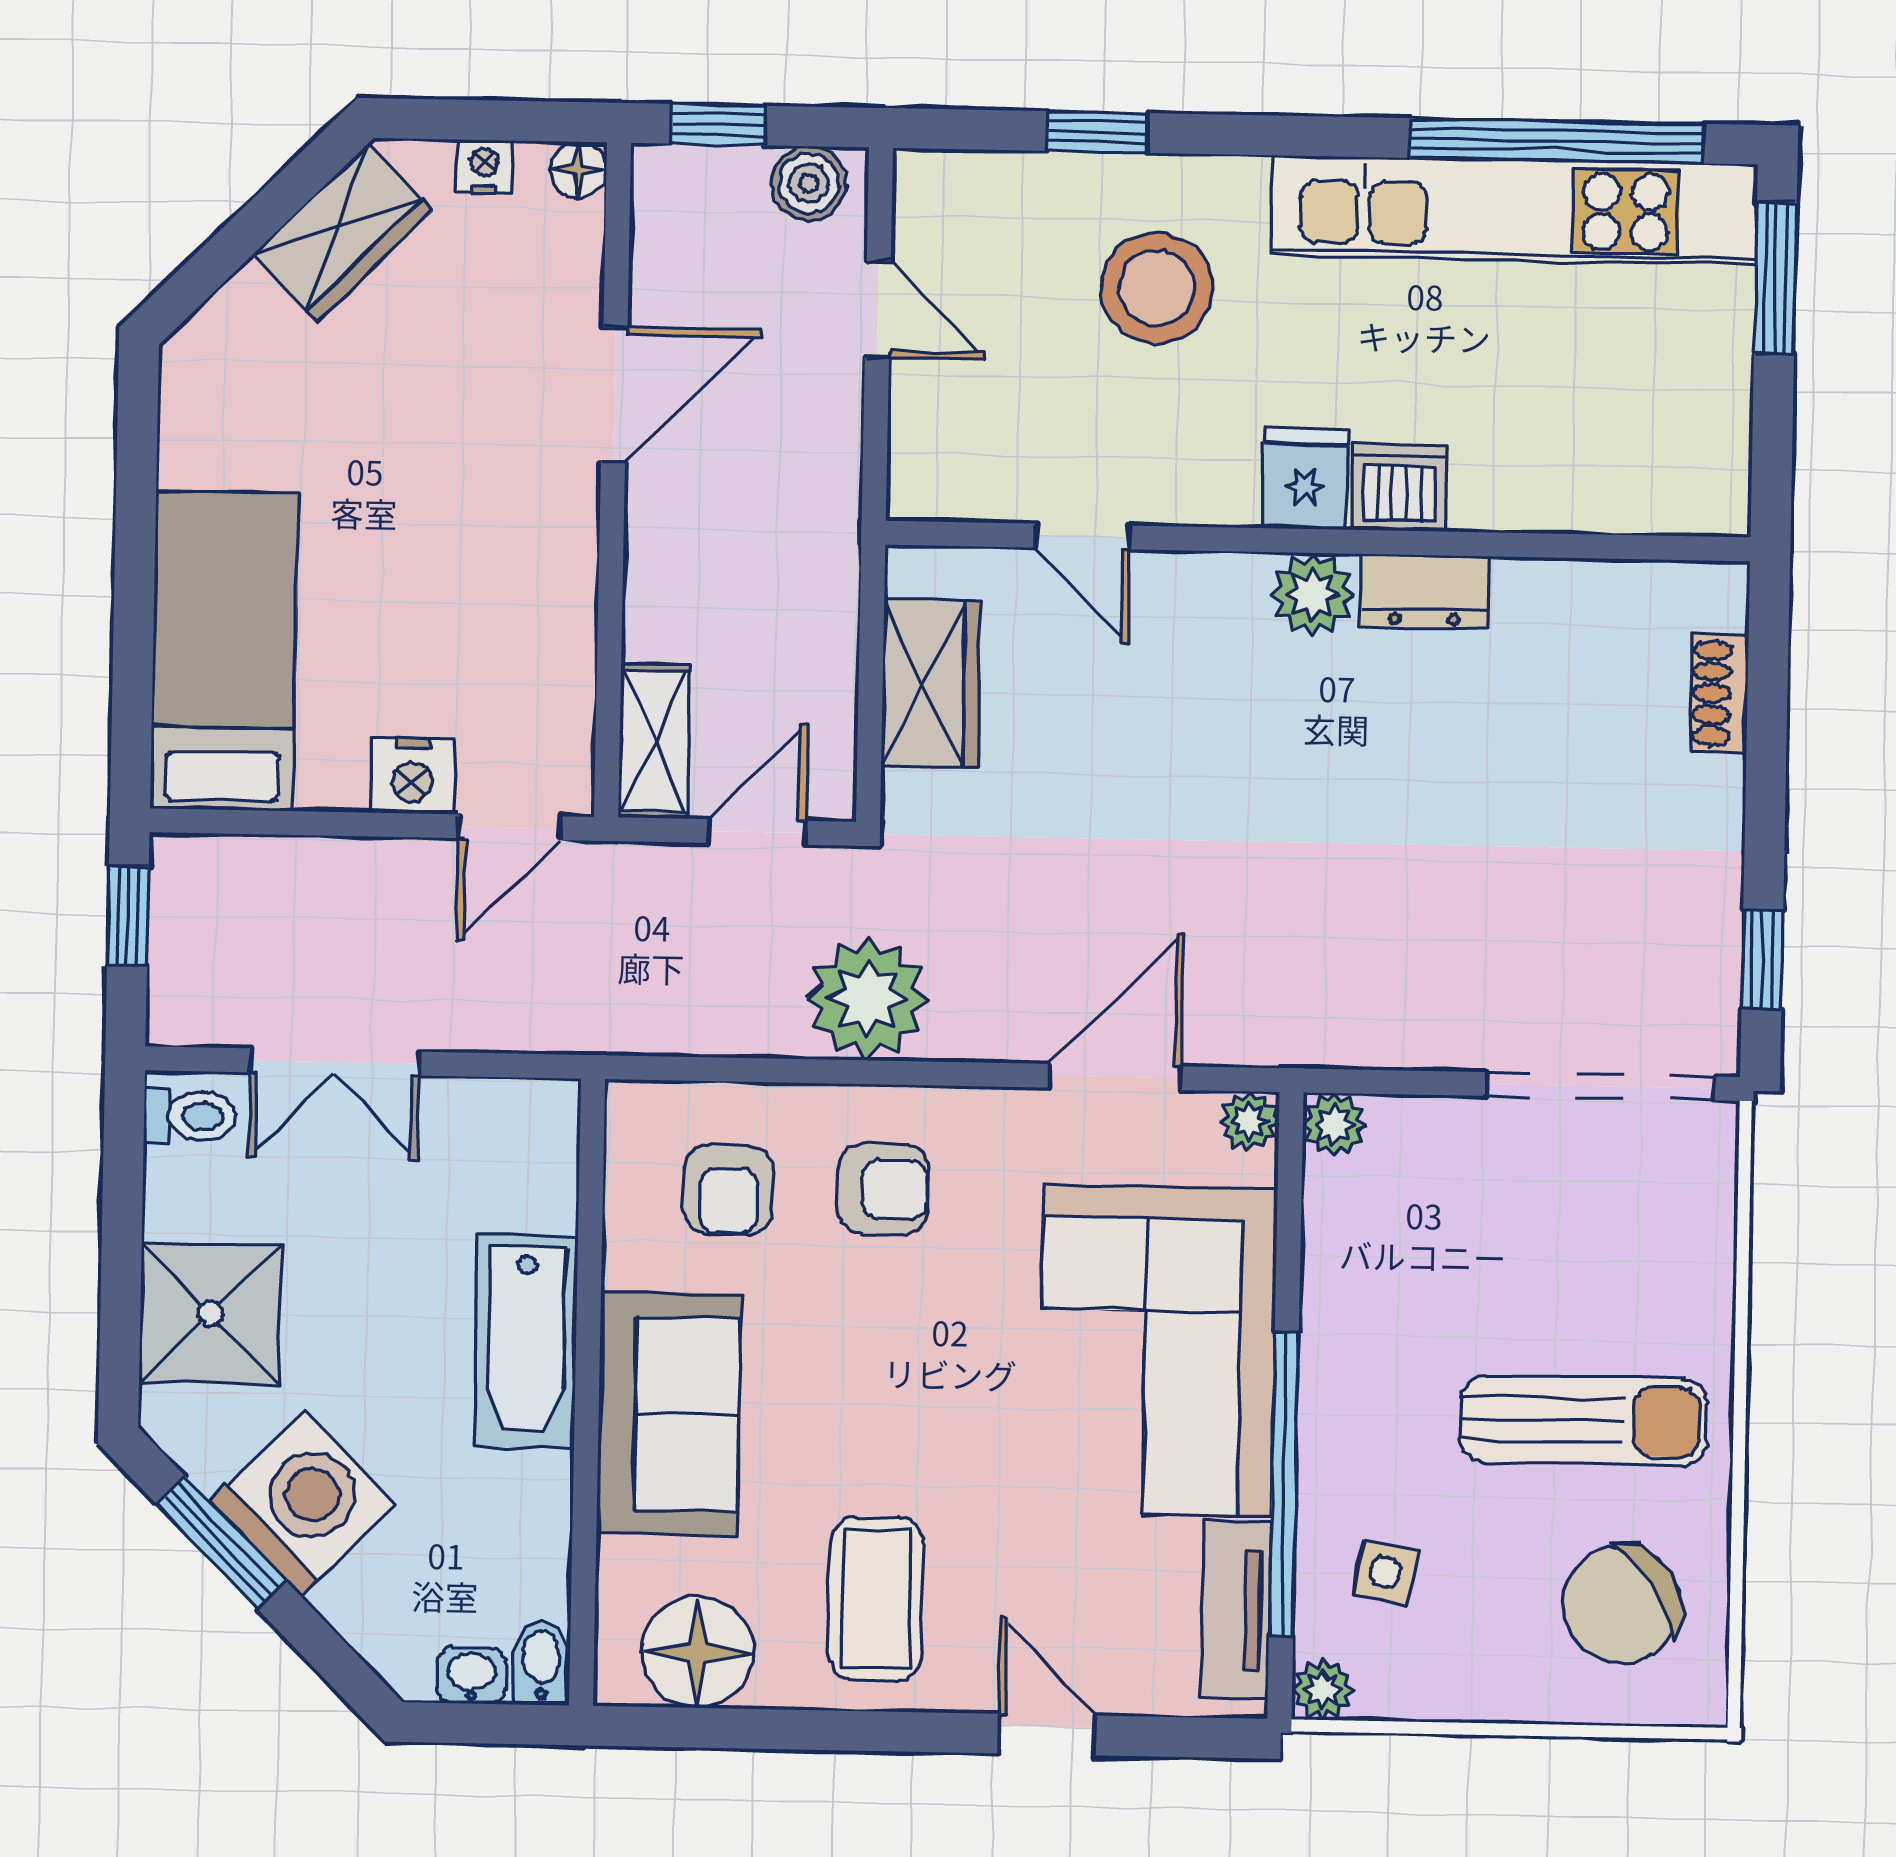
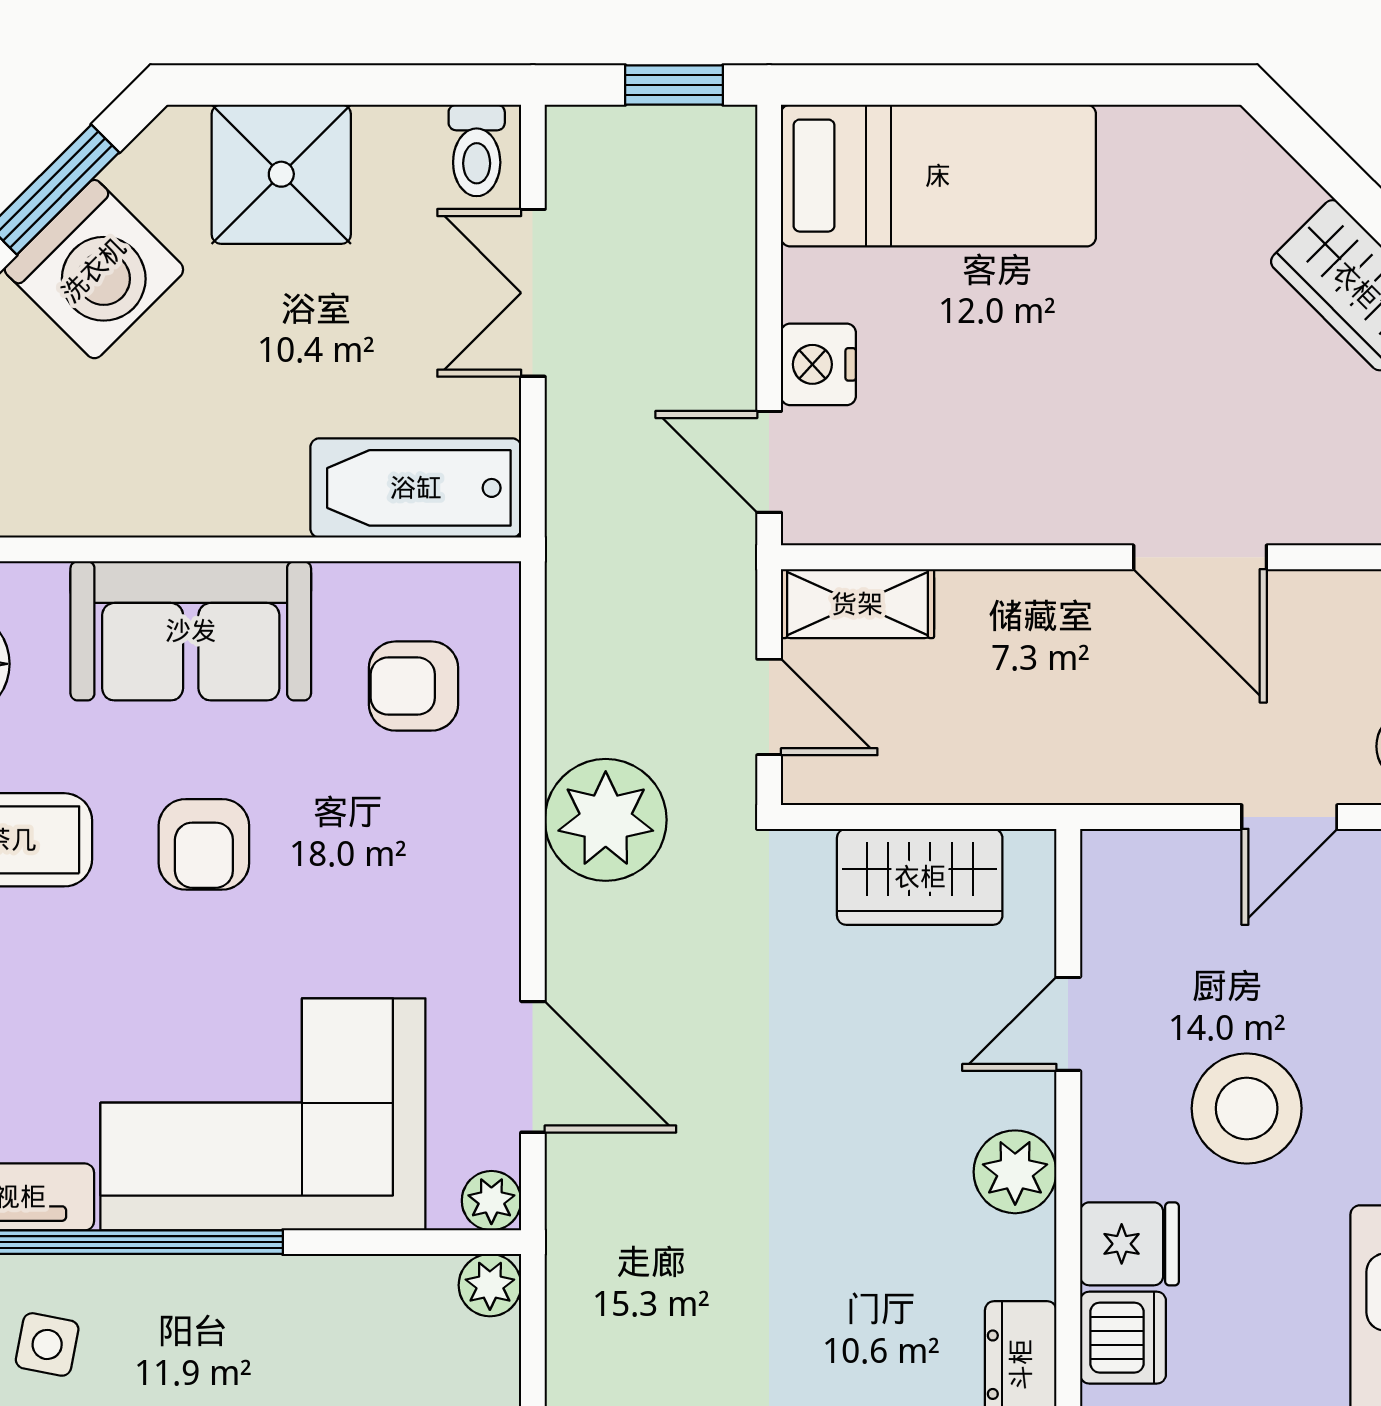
stool: (1156, 288) -> (1247, 1108), moved
plant: (1312, 595) -> (1015, 1172), moved
armchair: (883, 1189) -> (204, 844), moved
bathtub: (526, 1341) -> (416, 488), moved

